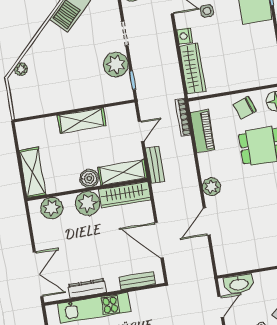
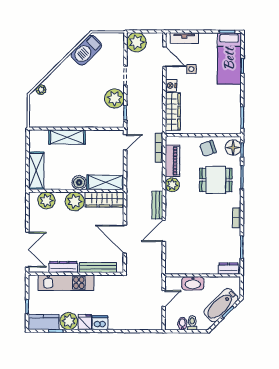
shelving: (82, 121) -> (67, 137), moved
door: (141, 131) -> (125, 142), moved
bench: (155, 165) -> (157, 205), moved
plant: (212, 187) -> (172, 185), moved
bench: (137, 281) -> (98, 267), width x1.36
washbasin: (239, 284) -> (193, 283), moved

